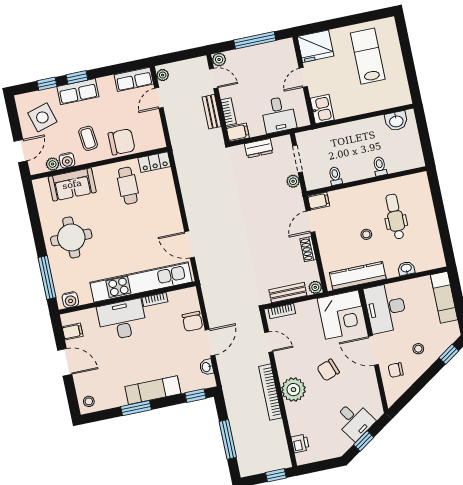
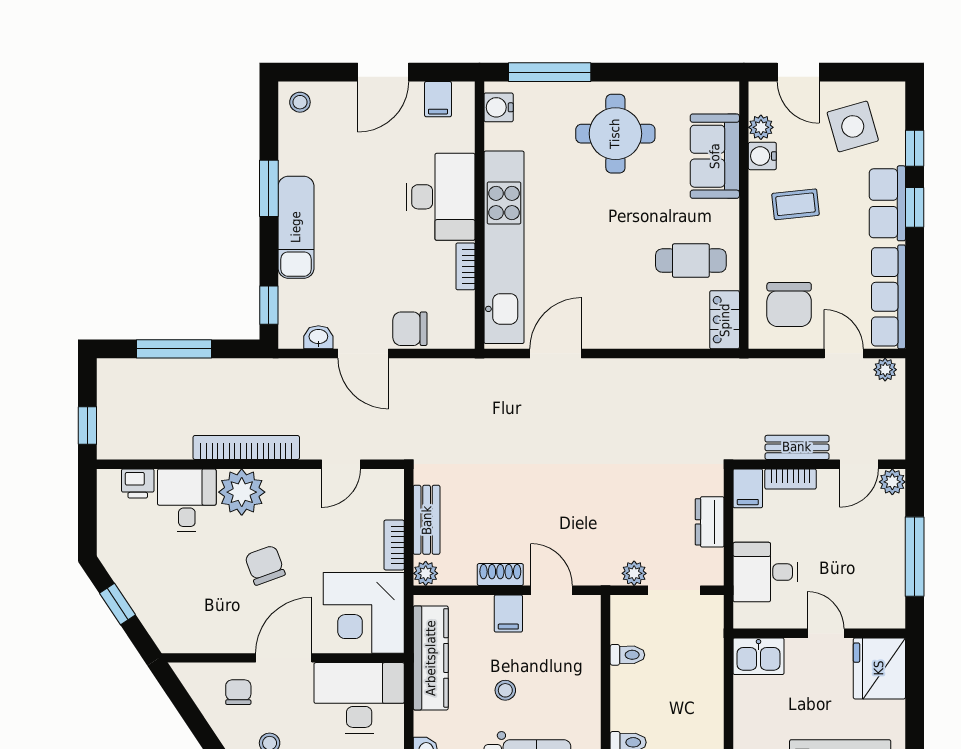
row of seats: (134, 79) -> (888, 297), width x1.48
chair: (122, 142) -> (789, 305), moved
filing cabinet: (319, 201) -> (508, 614), moved
bookcase: (282, 311) -> (394, 545), moved
desk: (354, 420) -> (187, 500), moved, turned 124

